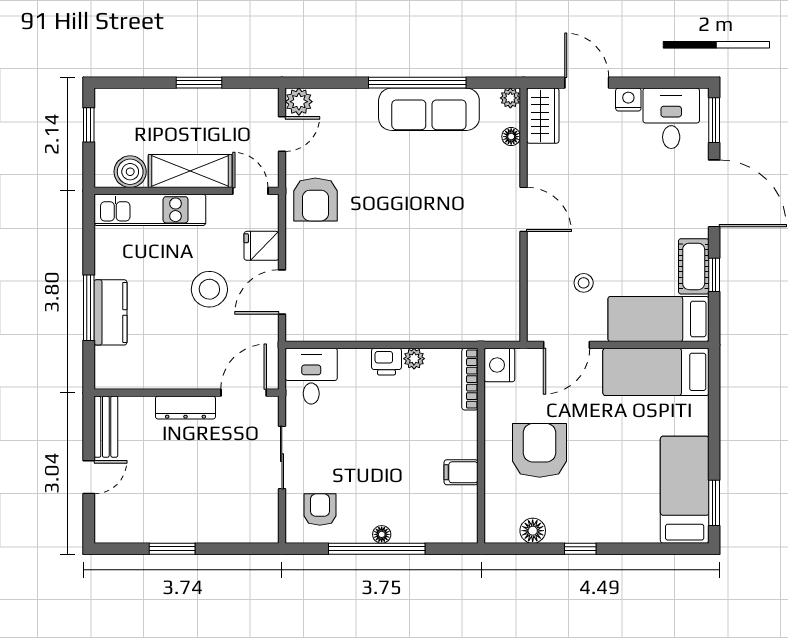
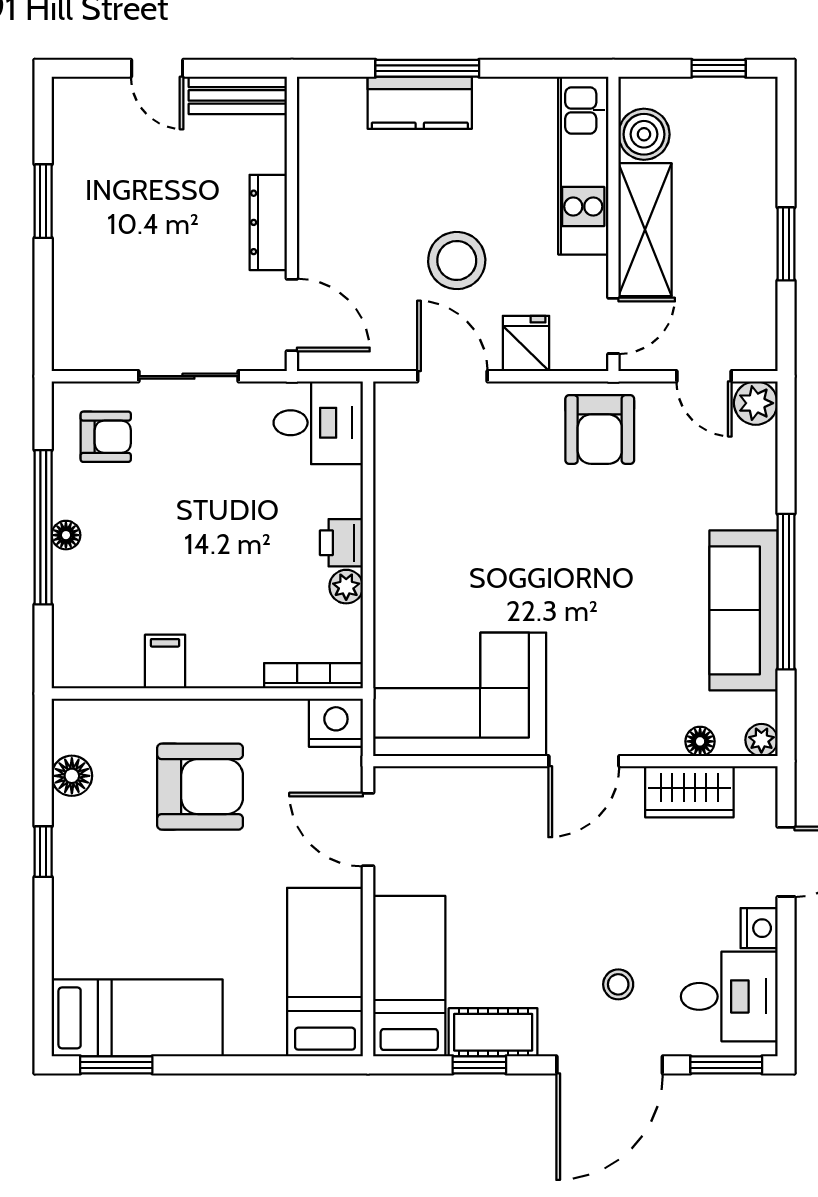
wardrobe: (543, 116) -> (689, 792), moved
armchair: (315, 199) -> (600, 430), turned -90
stool: (584, 283) -> (618, 984), moved
corner sofa: (482, 287) -> (460, 694), added

